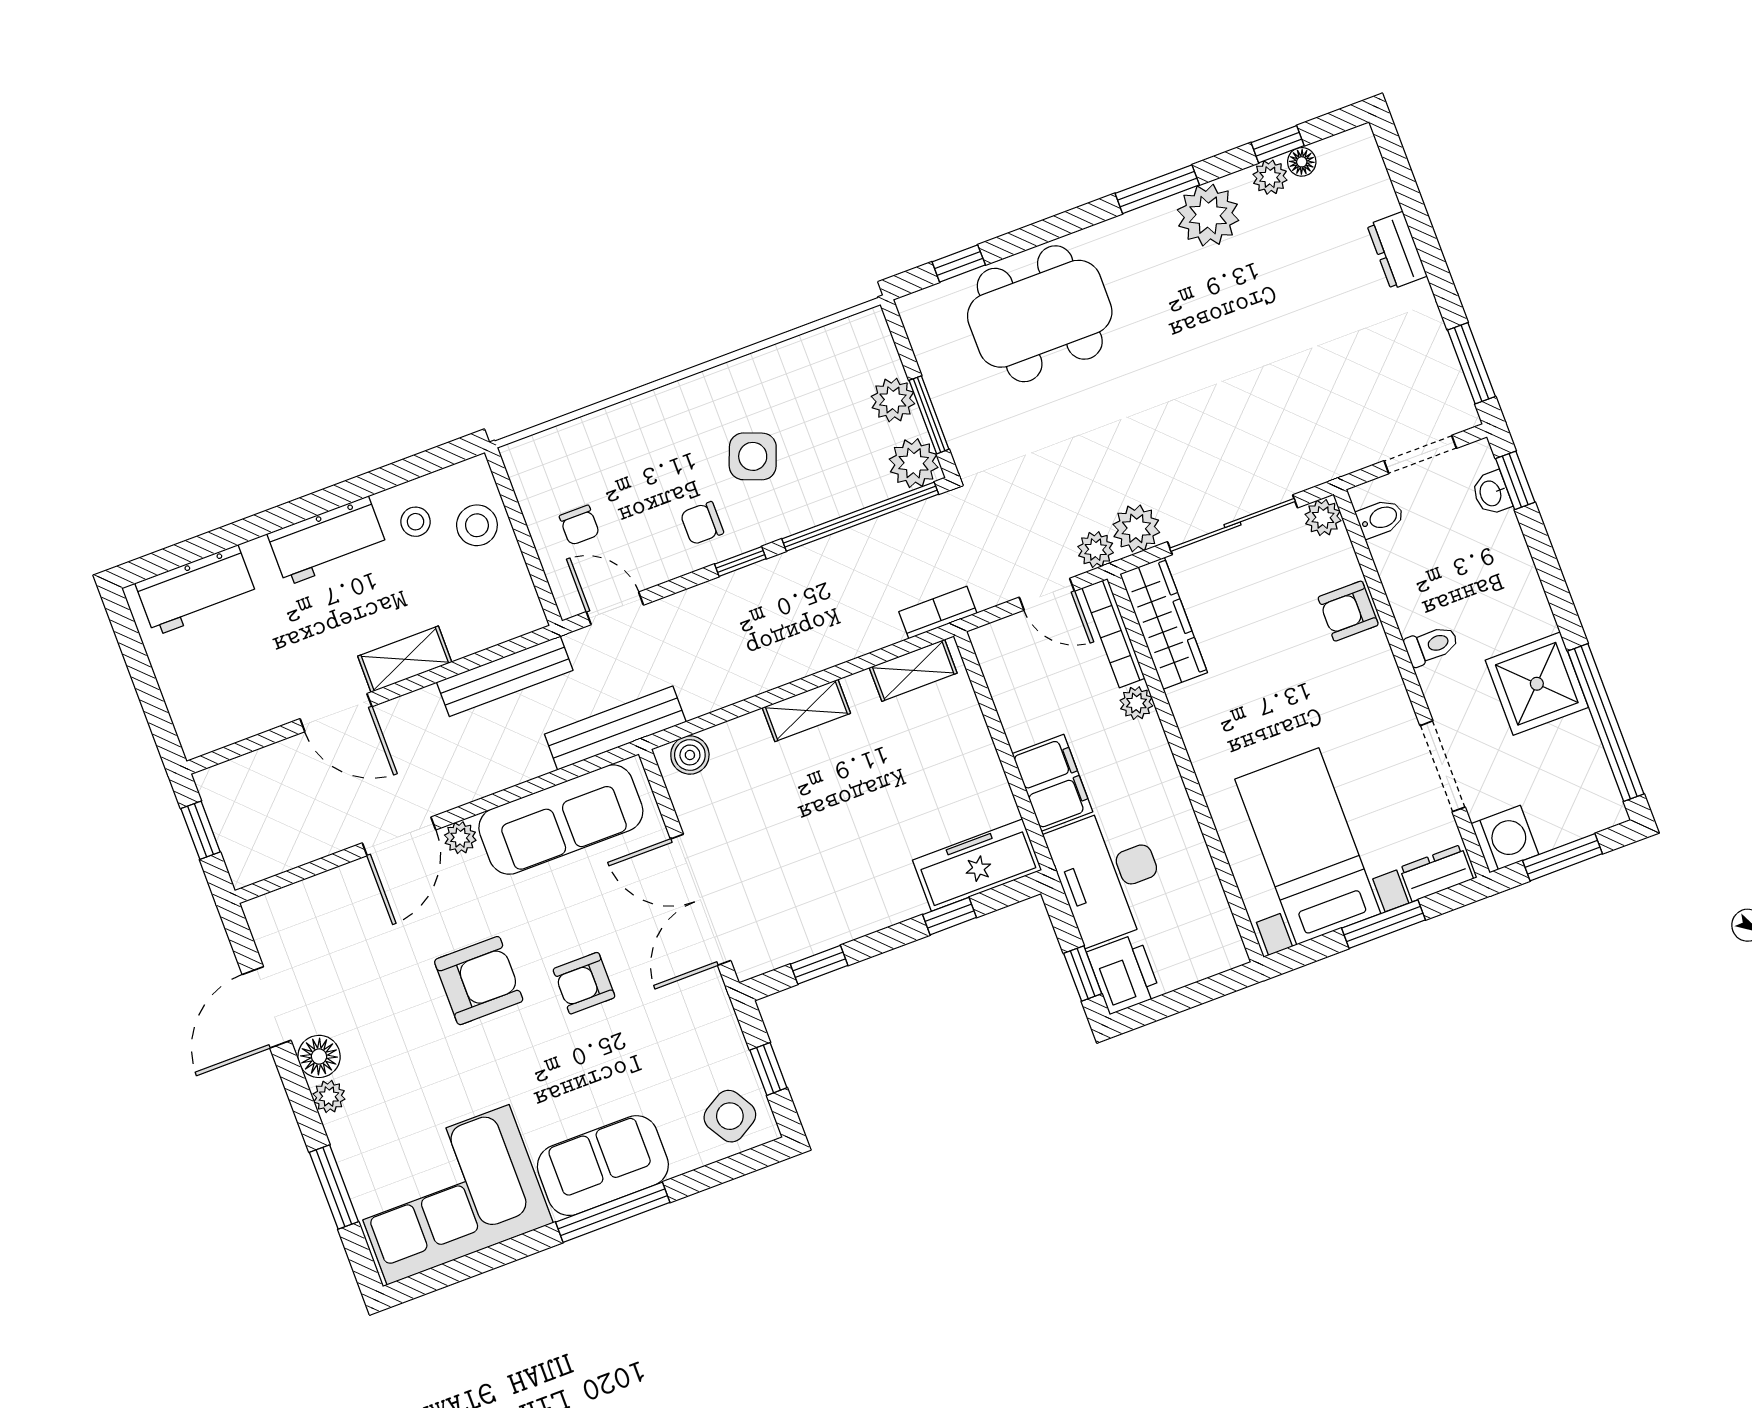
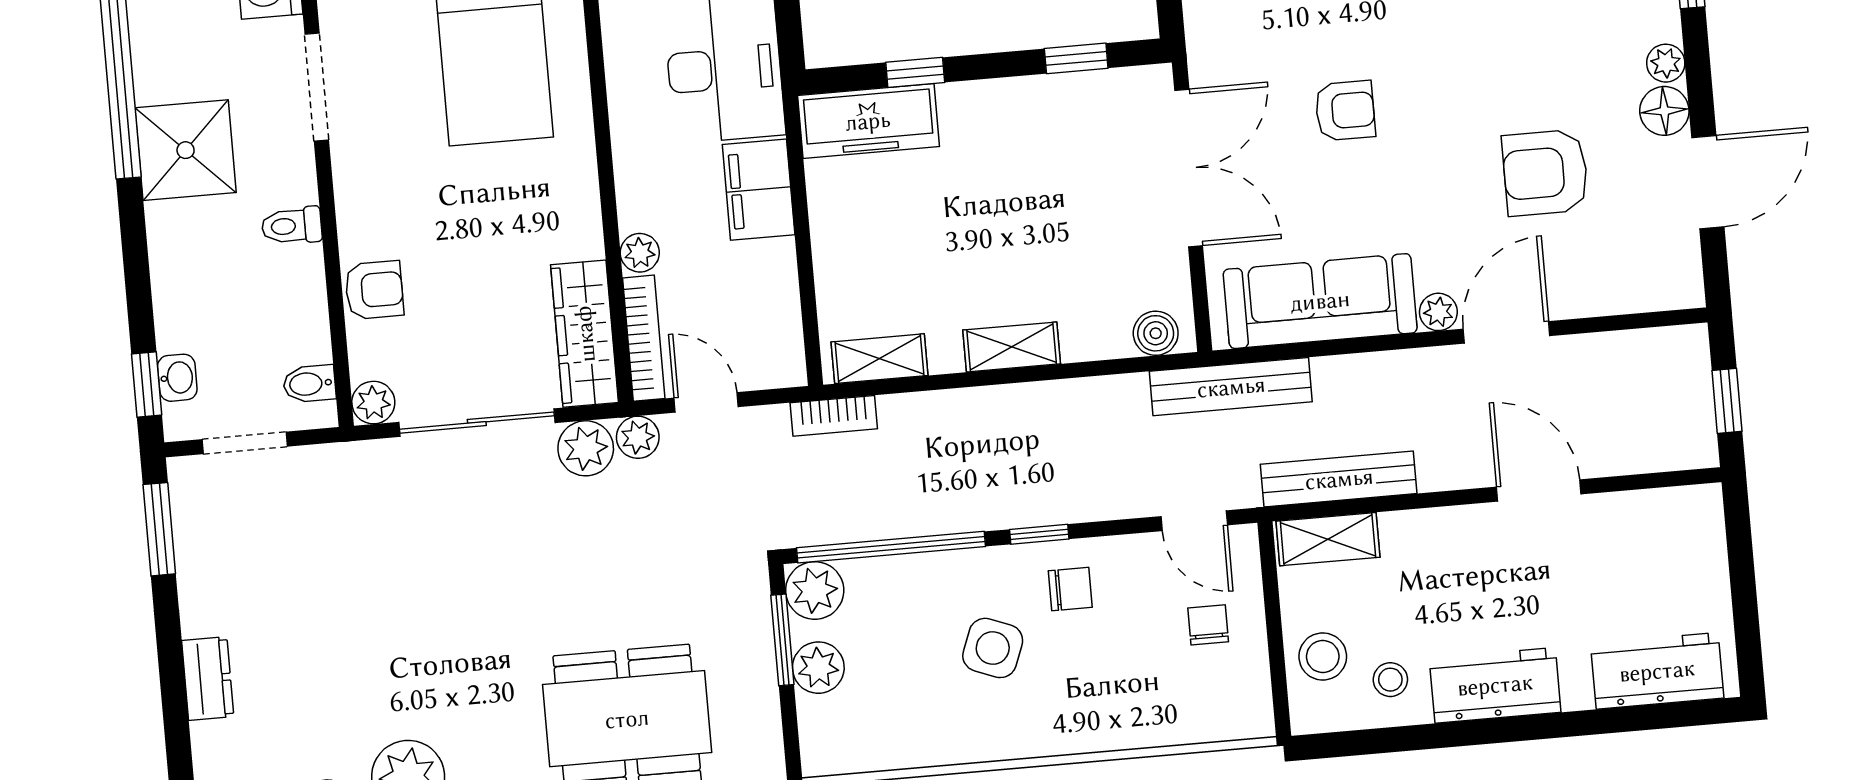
shelving: (405, 659) -> (1328, 539), moved
armchair: (479, 981) -> (1545, 173), moved

